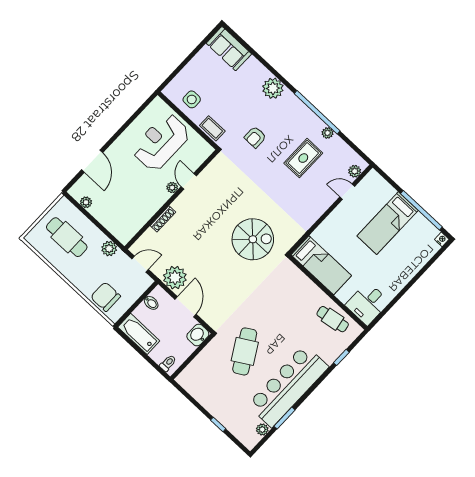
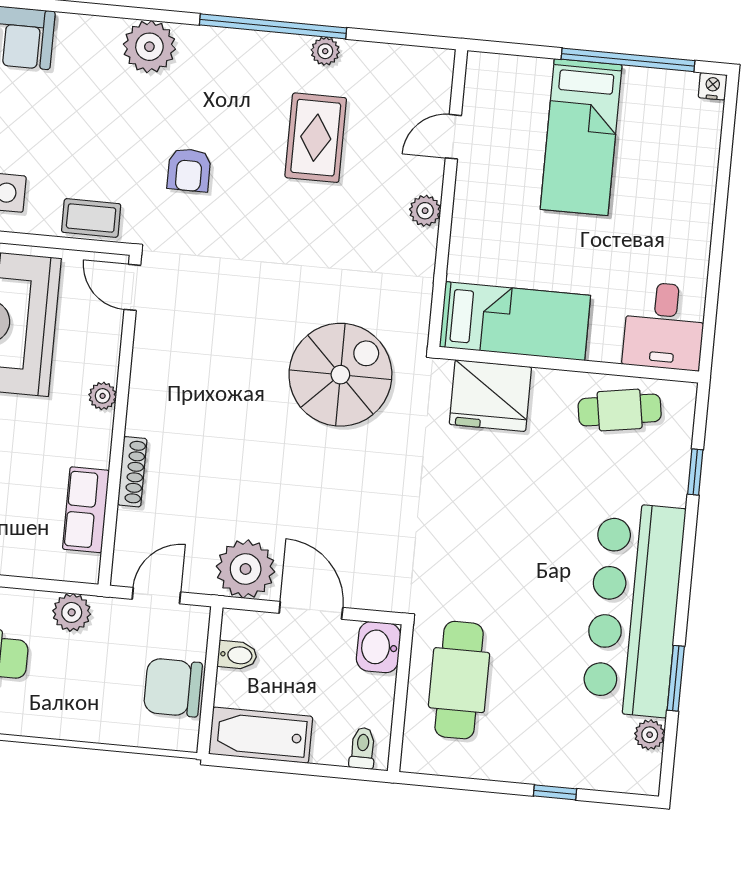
plant: (355, 171) -> (425, 211), moved
door: (189, 181) -> (132, 287), moved
row of seats: (139, 220) -> (86, 510), added
fridge: (295, 283) -> (490, 396), added
chair: (106, 297) -> (173, 687), moved
cafe table: (245, 351) -> (459, 680), moved, turned 31

